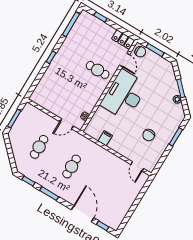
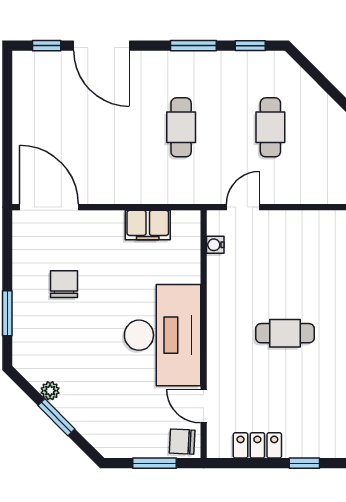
locker: (123, 39) -> (257, 445), moved
cafe table: (98, 70) -> (285, 333), moved
filing cabinet: (105, 138) -> (148, 225), width x2.00
door: (137, 166) -> (49, 207), width x1.88

